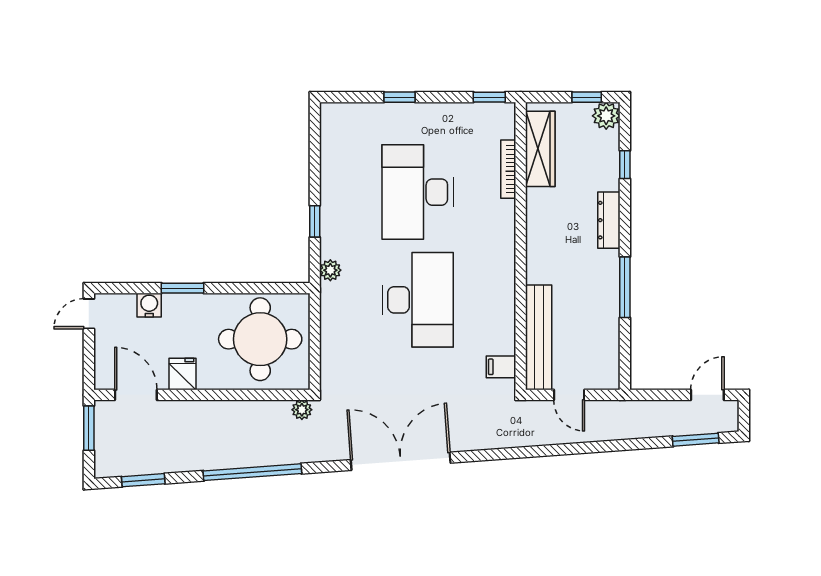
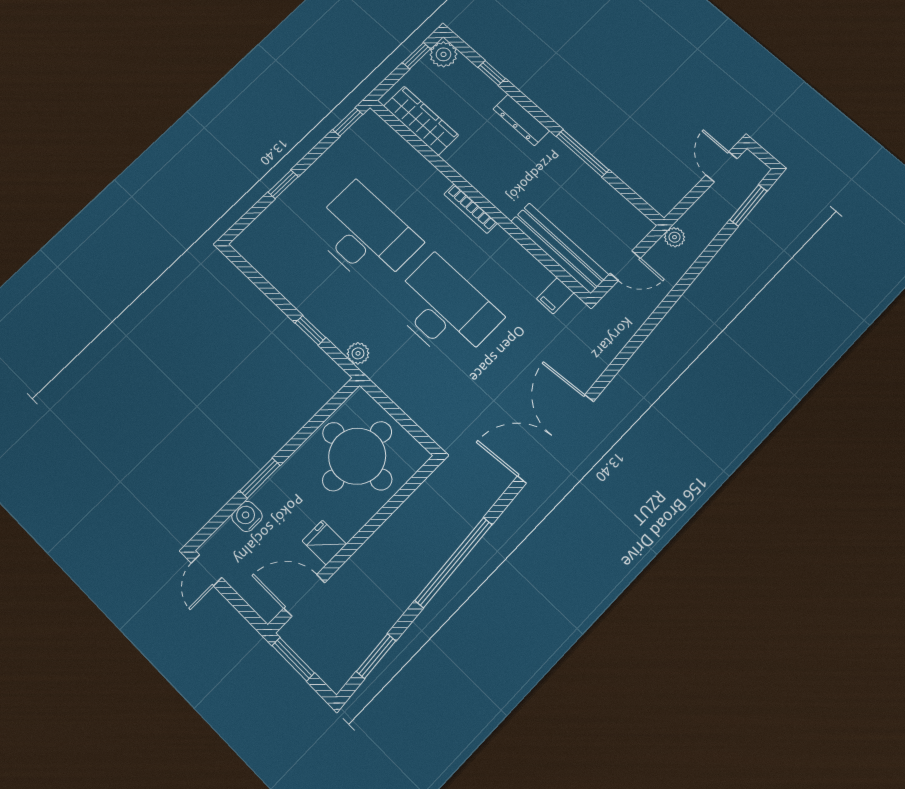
bookcase: (508, 169) -> (471, 209), moved
desk: (418, 192) -> (365, 235), turned 180
plant: (302, 410) -> (675, 237), moved

